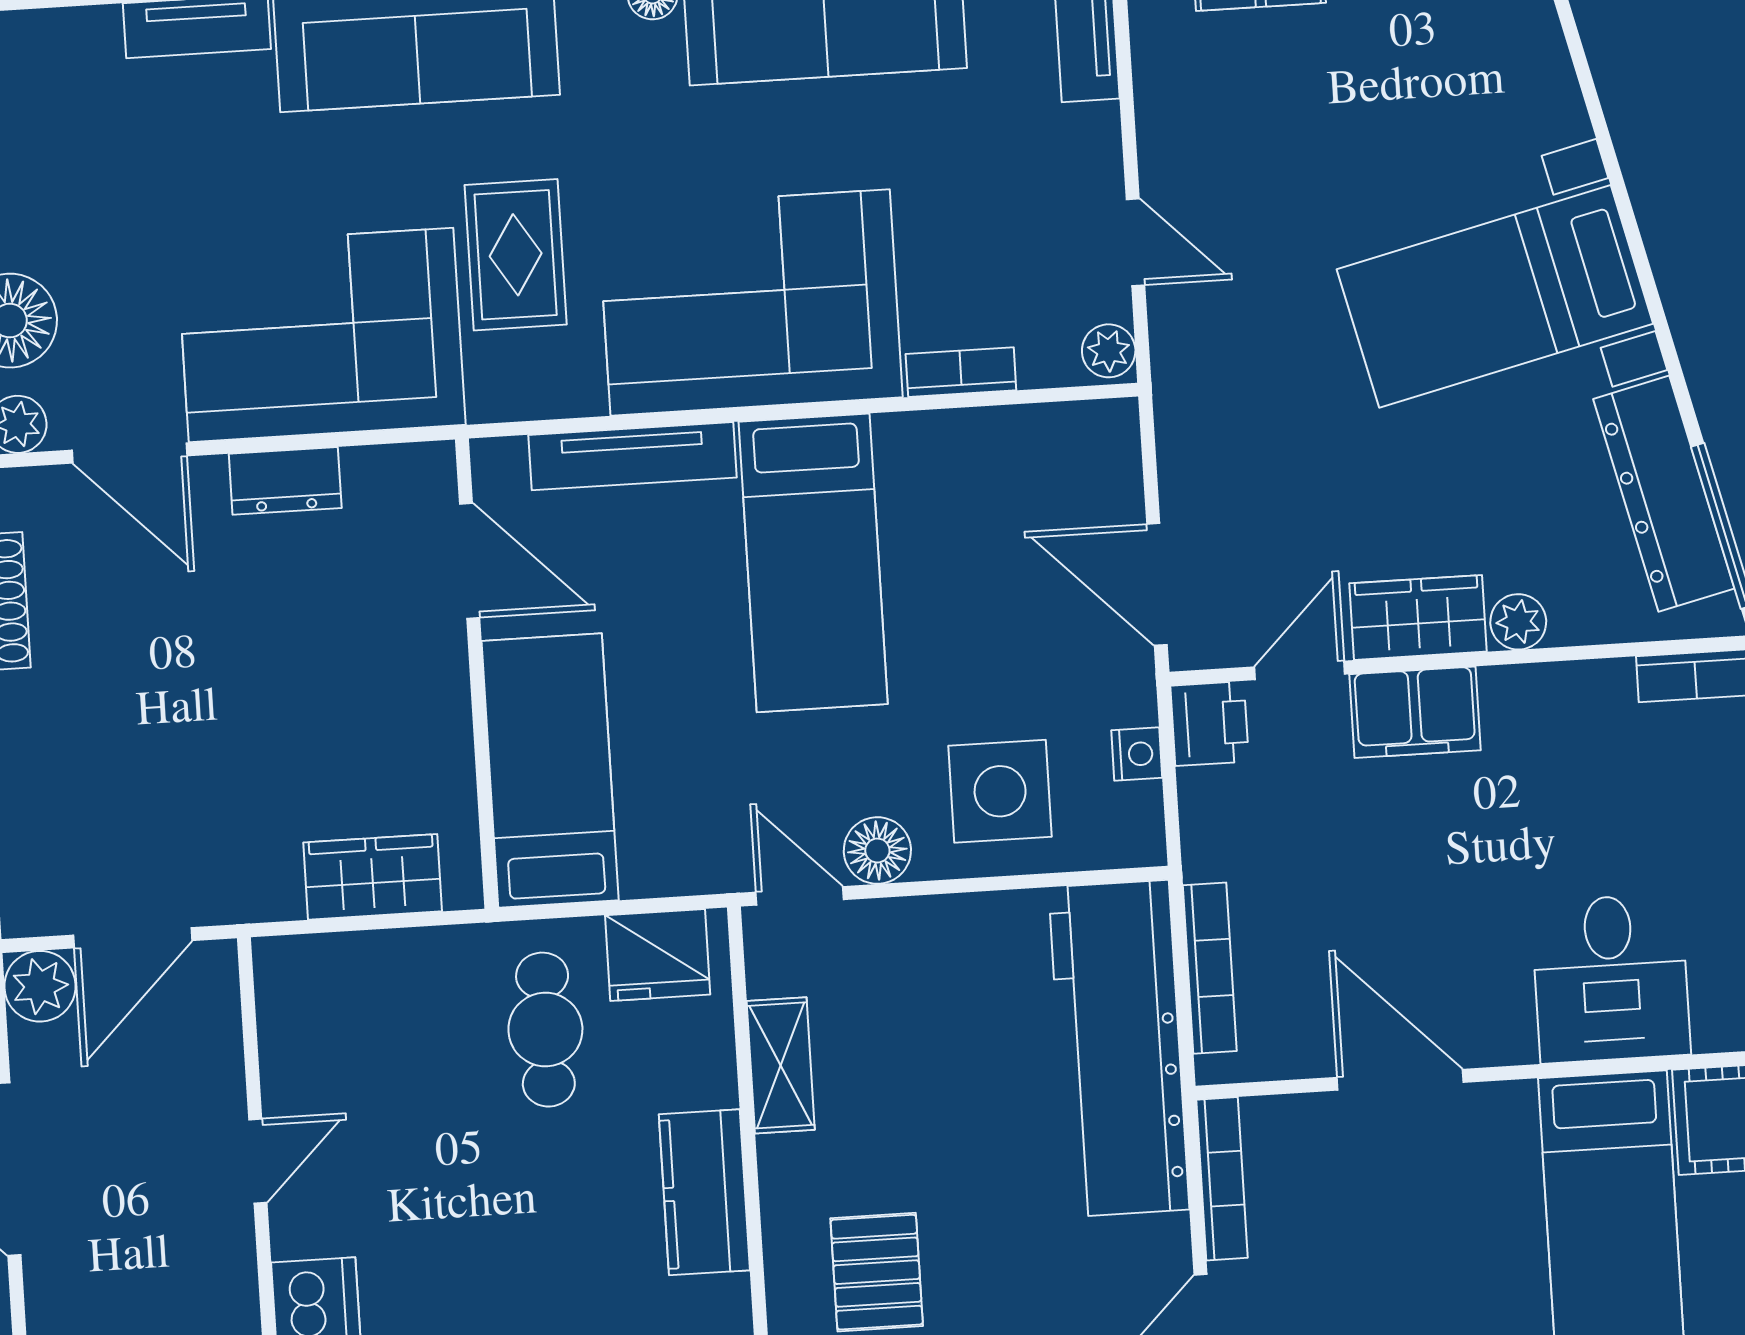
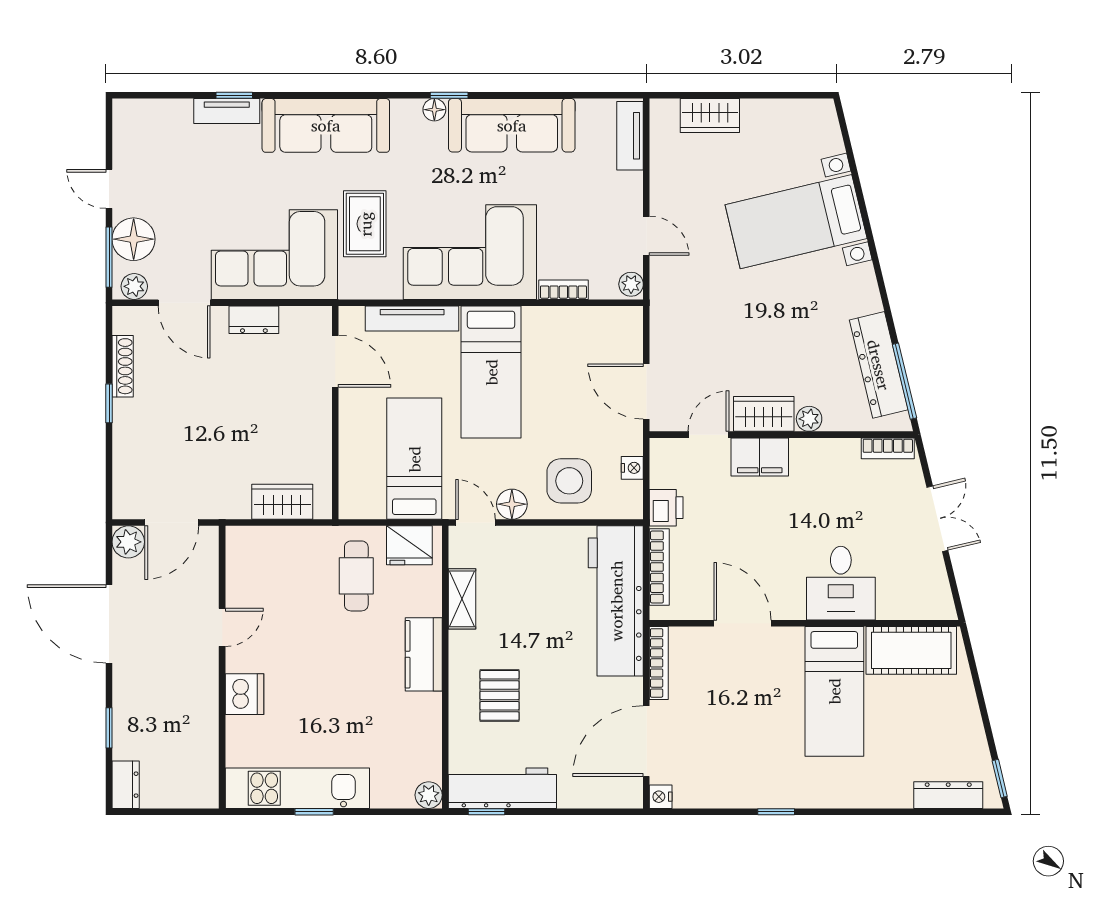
bed with nightstands: (1495, 296) -> (796, 222), moved
printer: (1210, 724) -> (666, 508), moved
bed: (550, 771) -> (414, 459), moved

